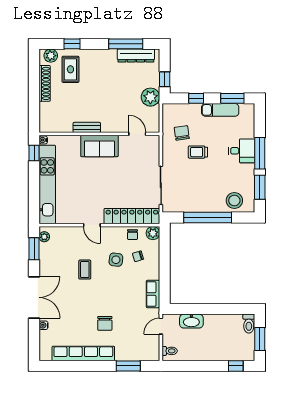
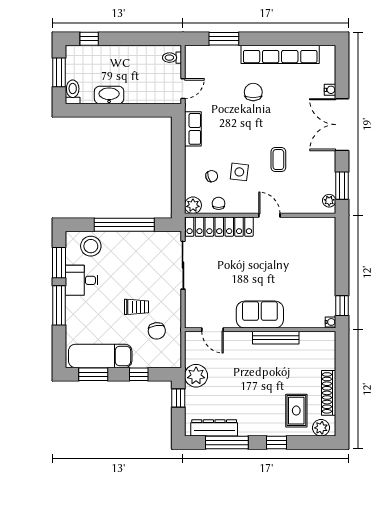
window: (72, 44) -> (277, 443), moved
exam couch: (220, 110) -> (100, 356), width x1.36, depth x1.45
bench: (87, 127) -> (276, 338), width x1.36
desk: (242, 151) -> (82, 280), moved
kitchen unit: (47, 185) -> (325, 266), removed
washbasin: (191, 321) -> (109, 95), moved

